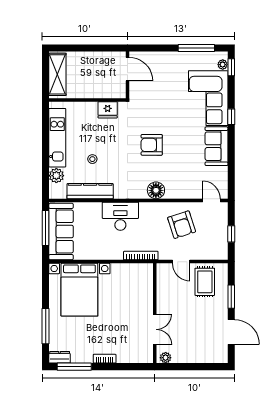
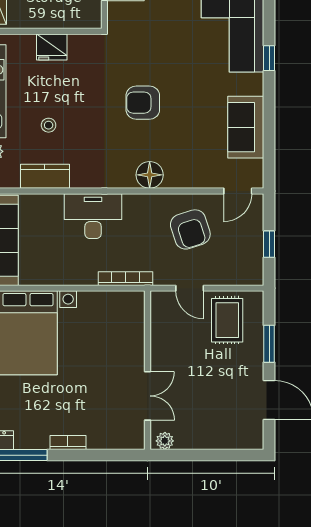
fridge: (108, 110) -> (52, 47), moved
sofa: (216, 146) -> (246, 127), moved
kitchen counter: (90, 191) -> (45, 176), width x0.67
door: (211, 200) -> (238, 191), swing flipped

